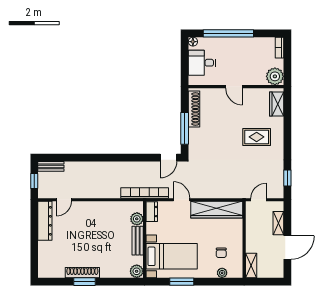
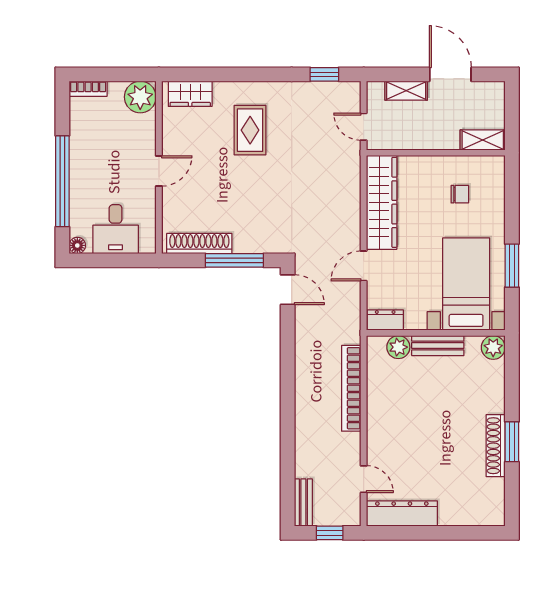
bookcase: (145, 193) -> (351, 388), moved
plant: (222, 273) -> (496, 193), removed

